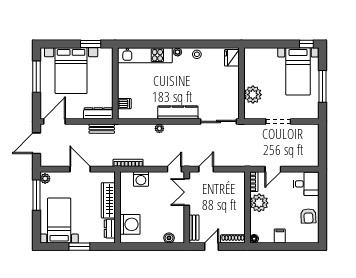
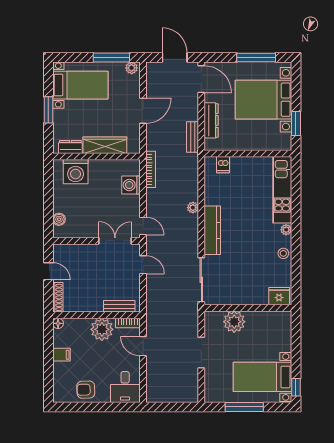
dresser: (98, 113) -> (211, 120), moved
bench: (194, 228) -> (119, 306), moved

